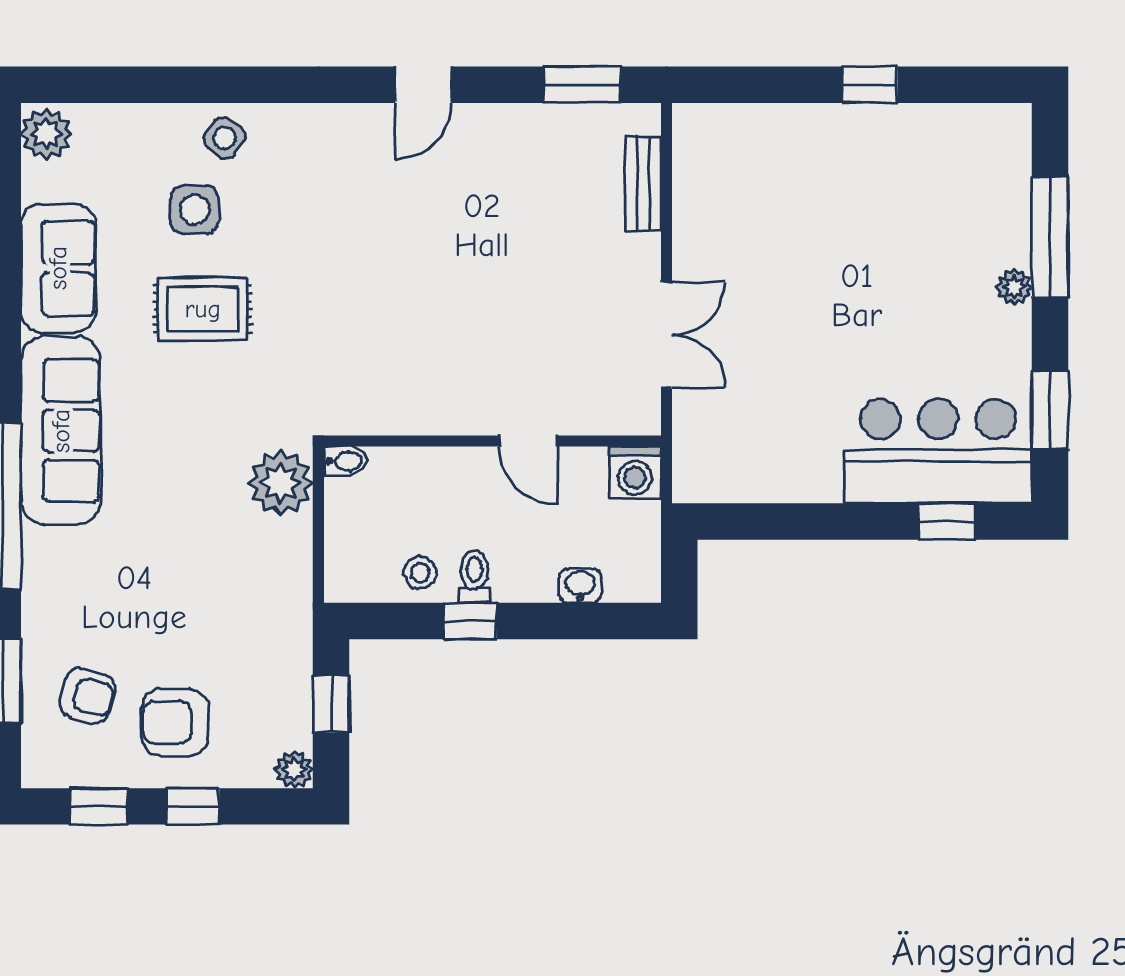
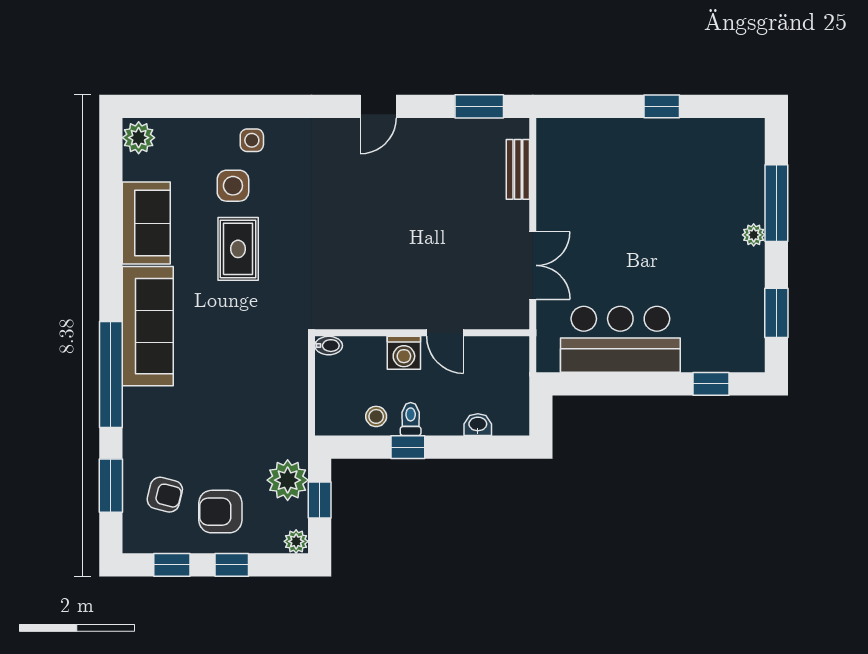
side table: (224, 138) -> (252, 140), turned -35
rug: (203, 309) -> (238, 249), turned 90
bar counter: (938, 451) -> (620, 339), moved
washing machine: (635, 473) -> (404, 353), moved
plant: (281, 483) -> (288, 480), moved

